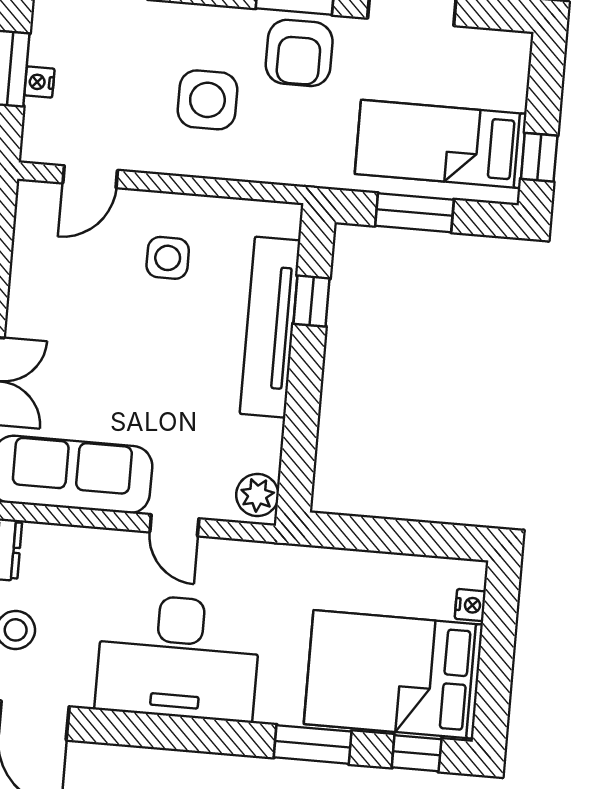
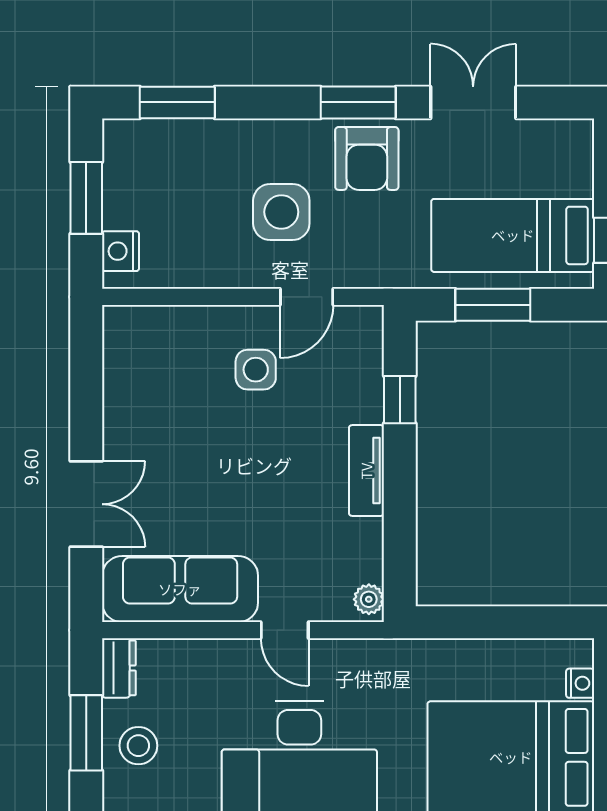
nightstand: (39, 82) -> (121, 251), moved, width x1.39, depth x1.35
door: (90, 177) -> (307, 297), moved
tv unit: (270, 327) -> (366, 471), width x0.52, depth x0.78
plant: (257, 495) -> (369, 599), width x0.73, depth x0.73

